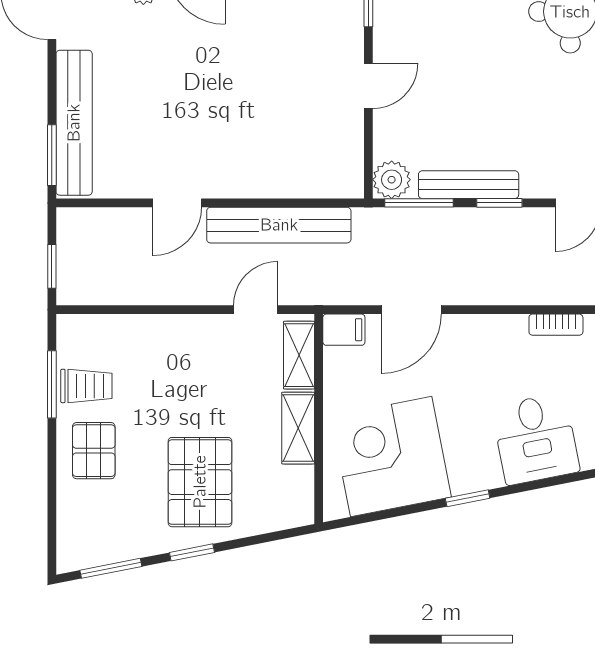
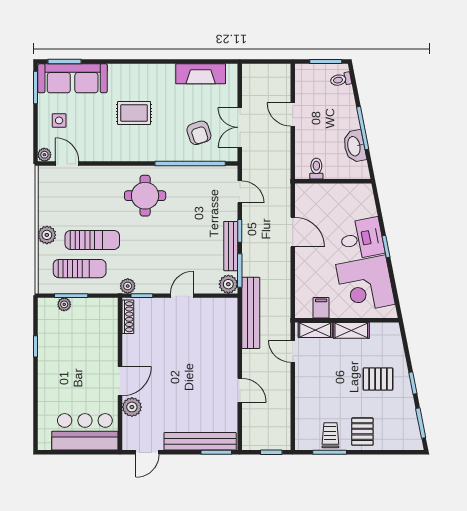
door: (368, 86) -> (182, 296), hinge flipped
bench: (279, 225) -> (251, 313), moved
door: (411, 310) -> (293, 232), moved
bookcase: (556, 325) -> (300, 203), removed
filing cabinet: (344, 330) -> (321, 308), moved
desk: (536, 439) -> (362, 239), moved
pallet: (94, 451) -> (362, 432), turned 90
pallet: (200, 482) -> (378, 379), width x0.67, depth x0.71

